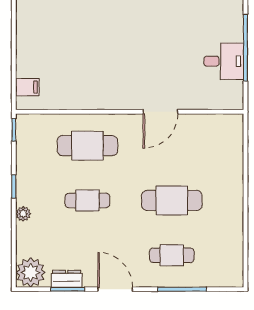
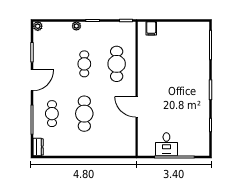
plant: (31, 272) -> (38, 26), width x0.53, depth x0.53
dresser: (67, 279) -> (38, 147), moved

